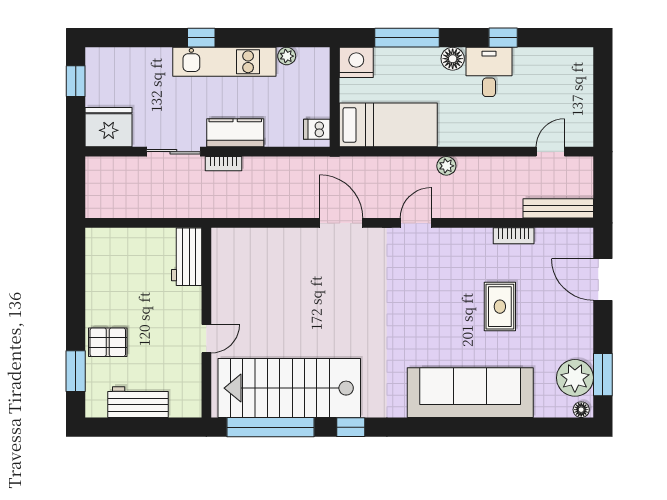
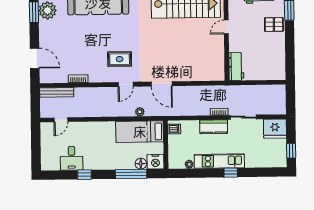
floor lamp: (453, 59) -> (141, 164), moved
desk: (489, 72) -> (72, 158), moved
plant: (446, 166) -> (140, 112), moved
rug: (500, 307) -> (120, 59), moved, turned 90

